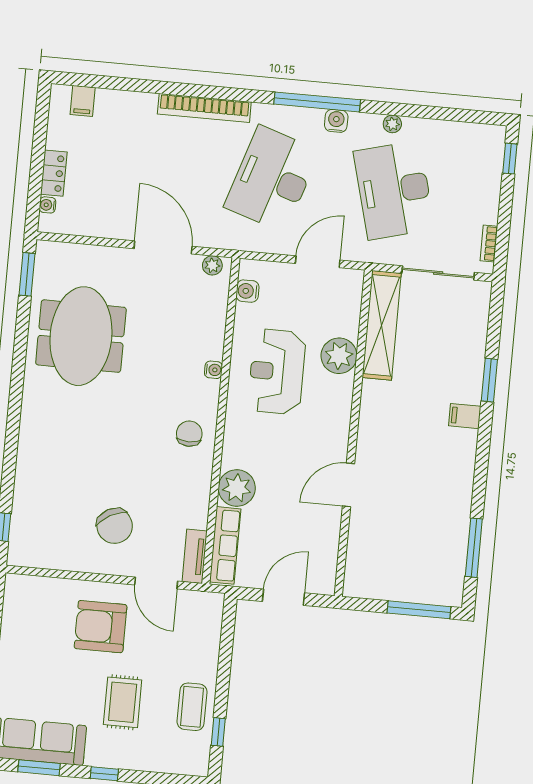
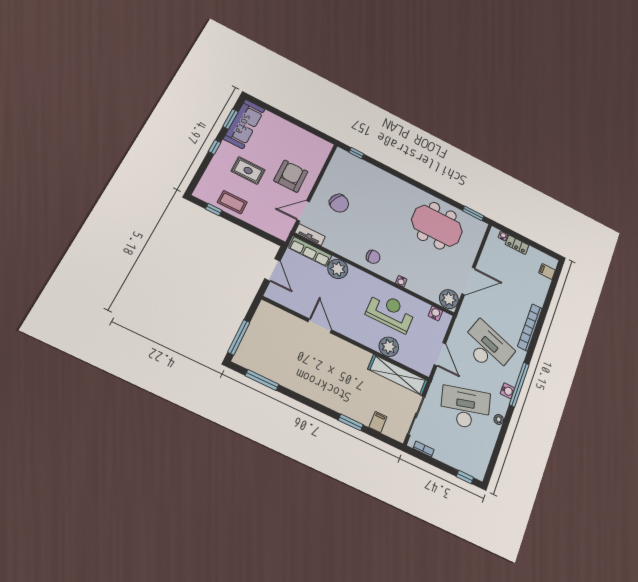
plant: (212, 265) -> (449, 299), width x1.88, depth x1.88
filing cabinet: (465, 416) -> (378, 422), moved
chair: (115, 526) -> (339, 203), turned -123

